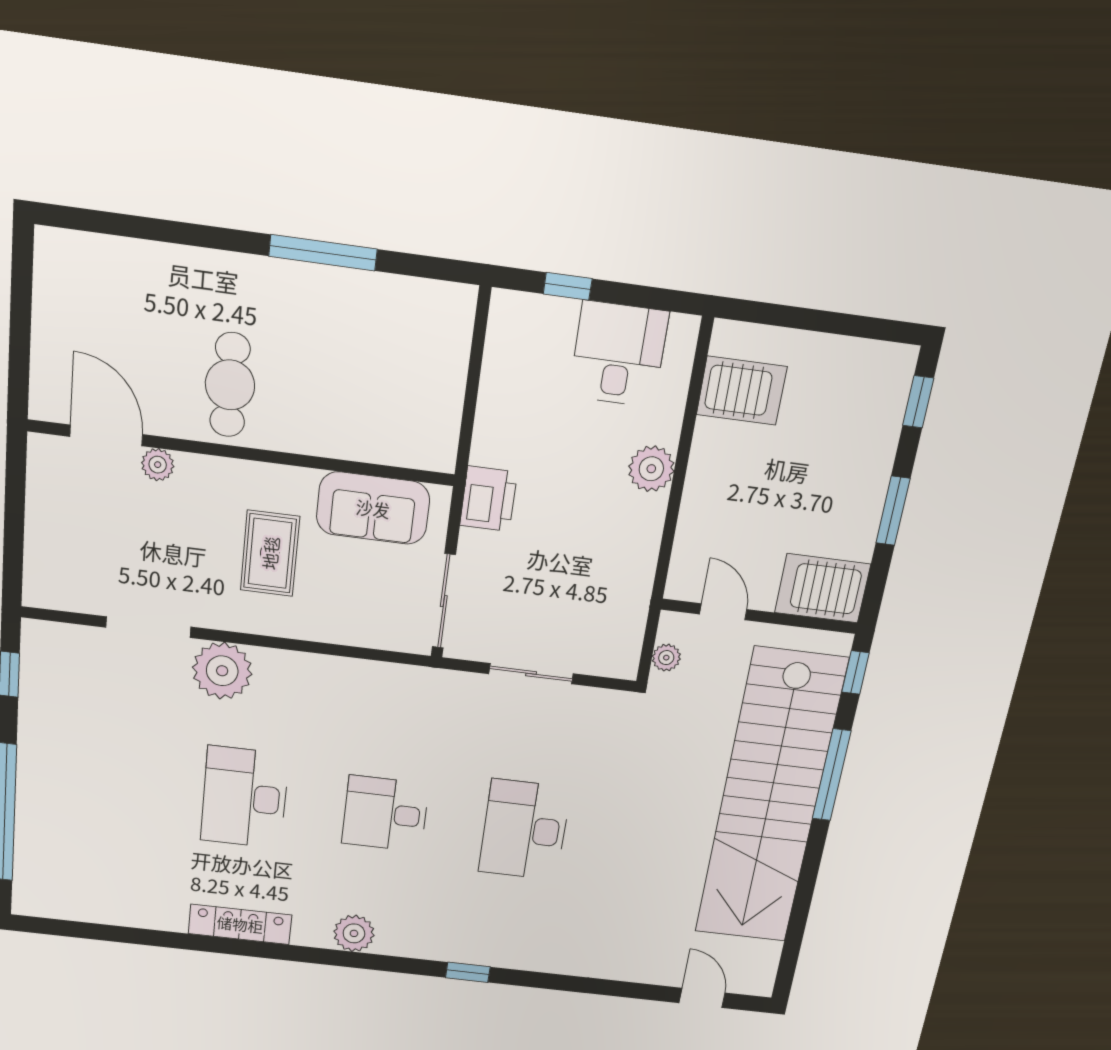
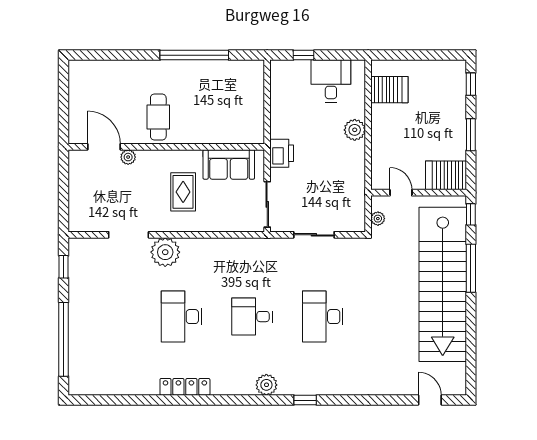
window: (323, 253) -> (194, 55), width x1.46
plant: (354, 933) -> (266, 385), moved

